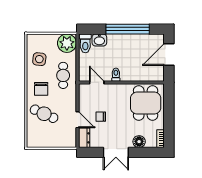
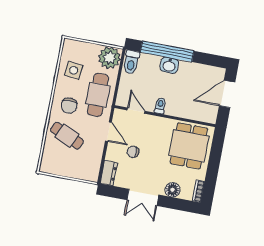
window: (128, 29) -> (167, 51), moved
washbasin: (99, 40) -> (169, 65), moved
cafe table: (63, 75) -> (98, 95), width x1.37, depth x1.35
door: (77, 120) -> (108, 132), moved

